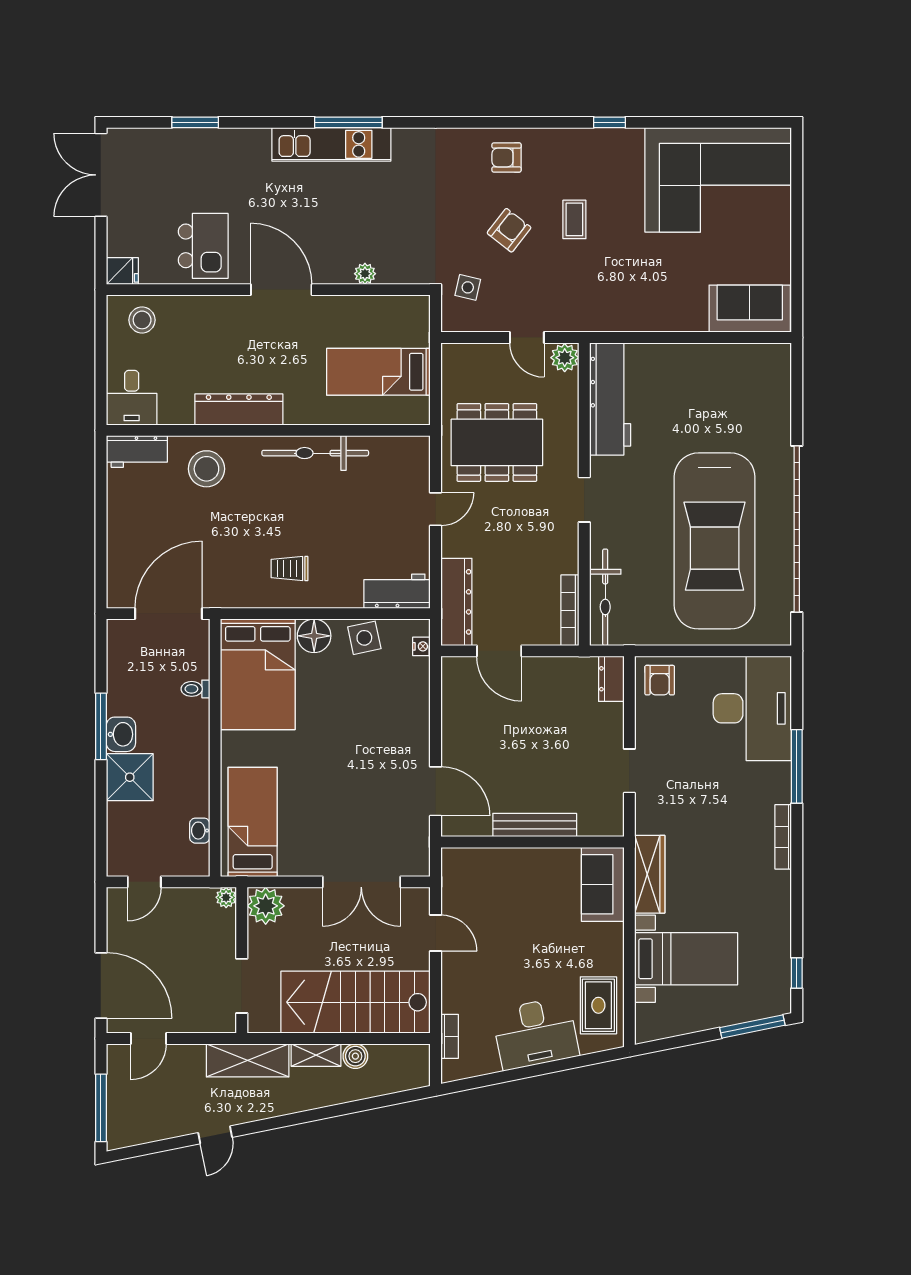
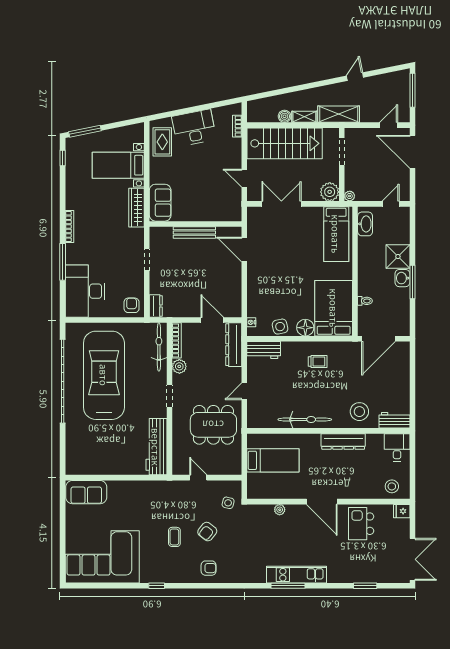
plant: (565, 358) -> (179, 366), moved
washbasin: (200, 831) -> (365, 224), width x1.91, depth x1.45

